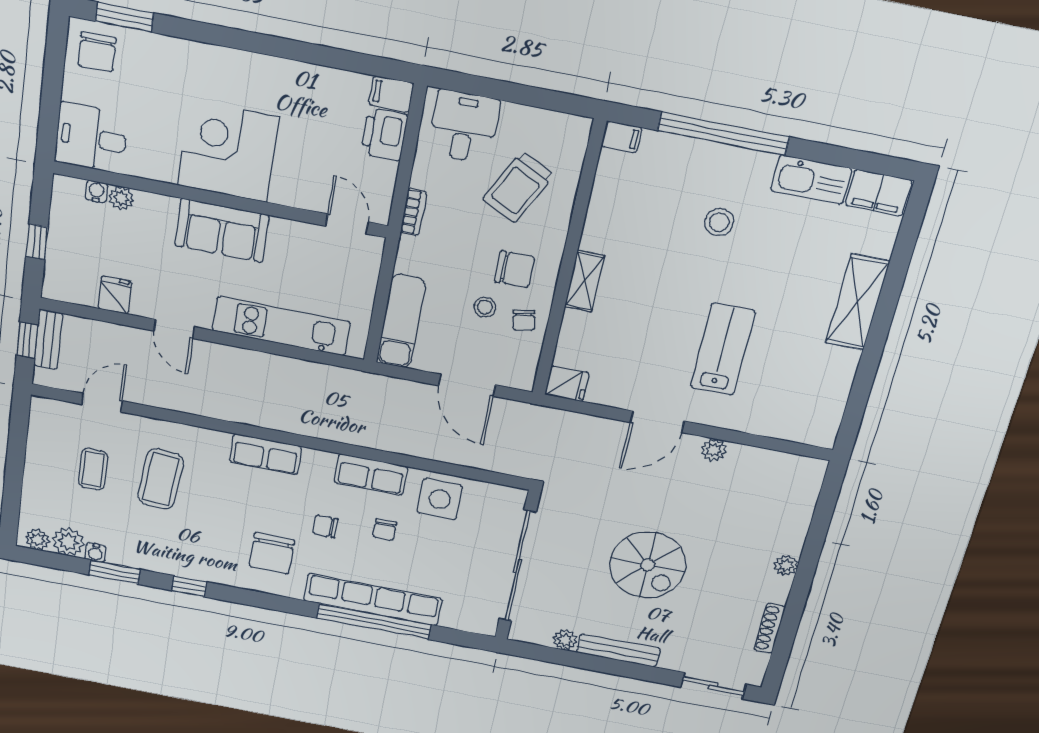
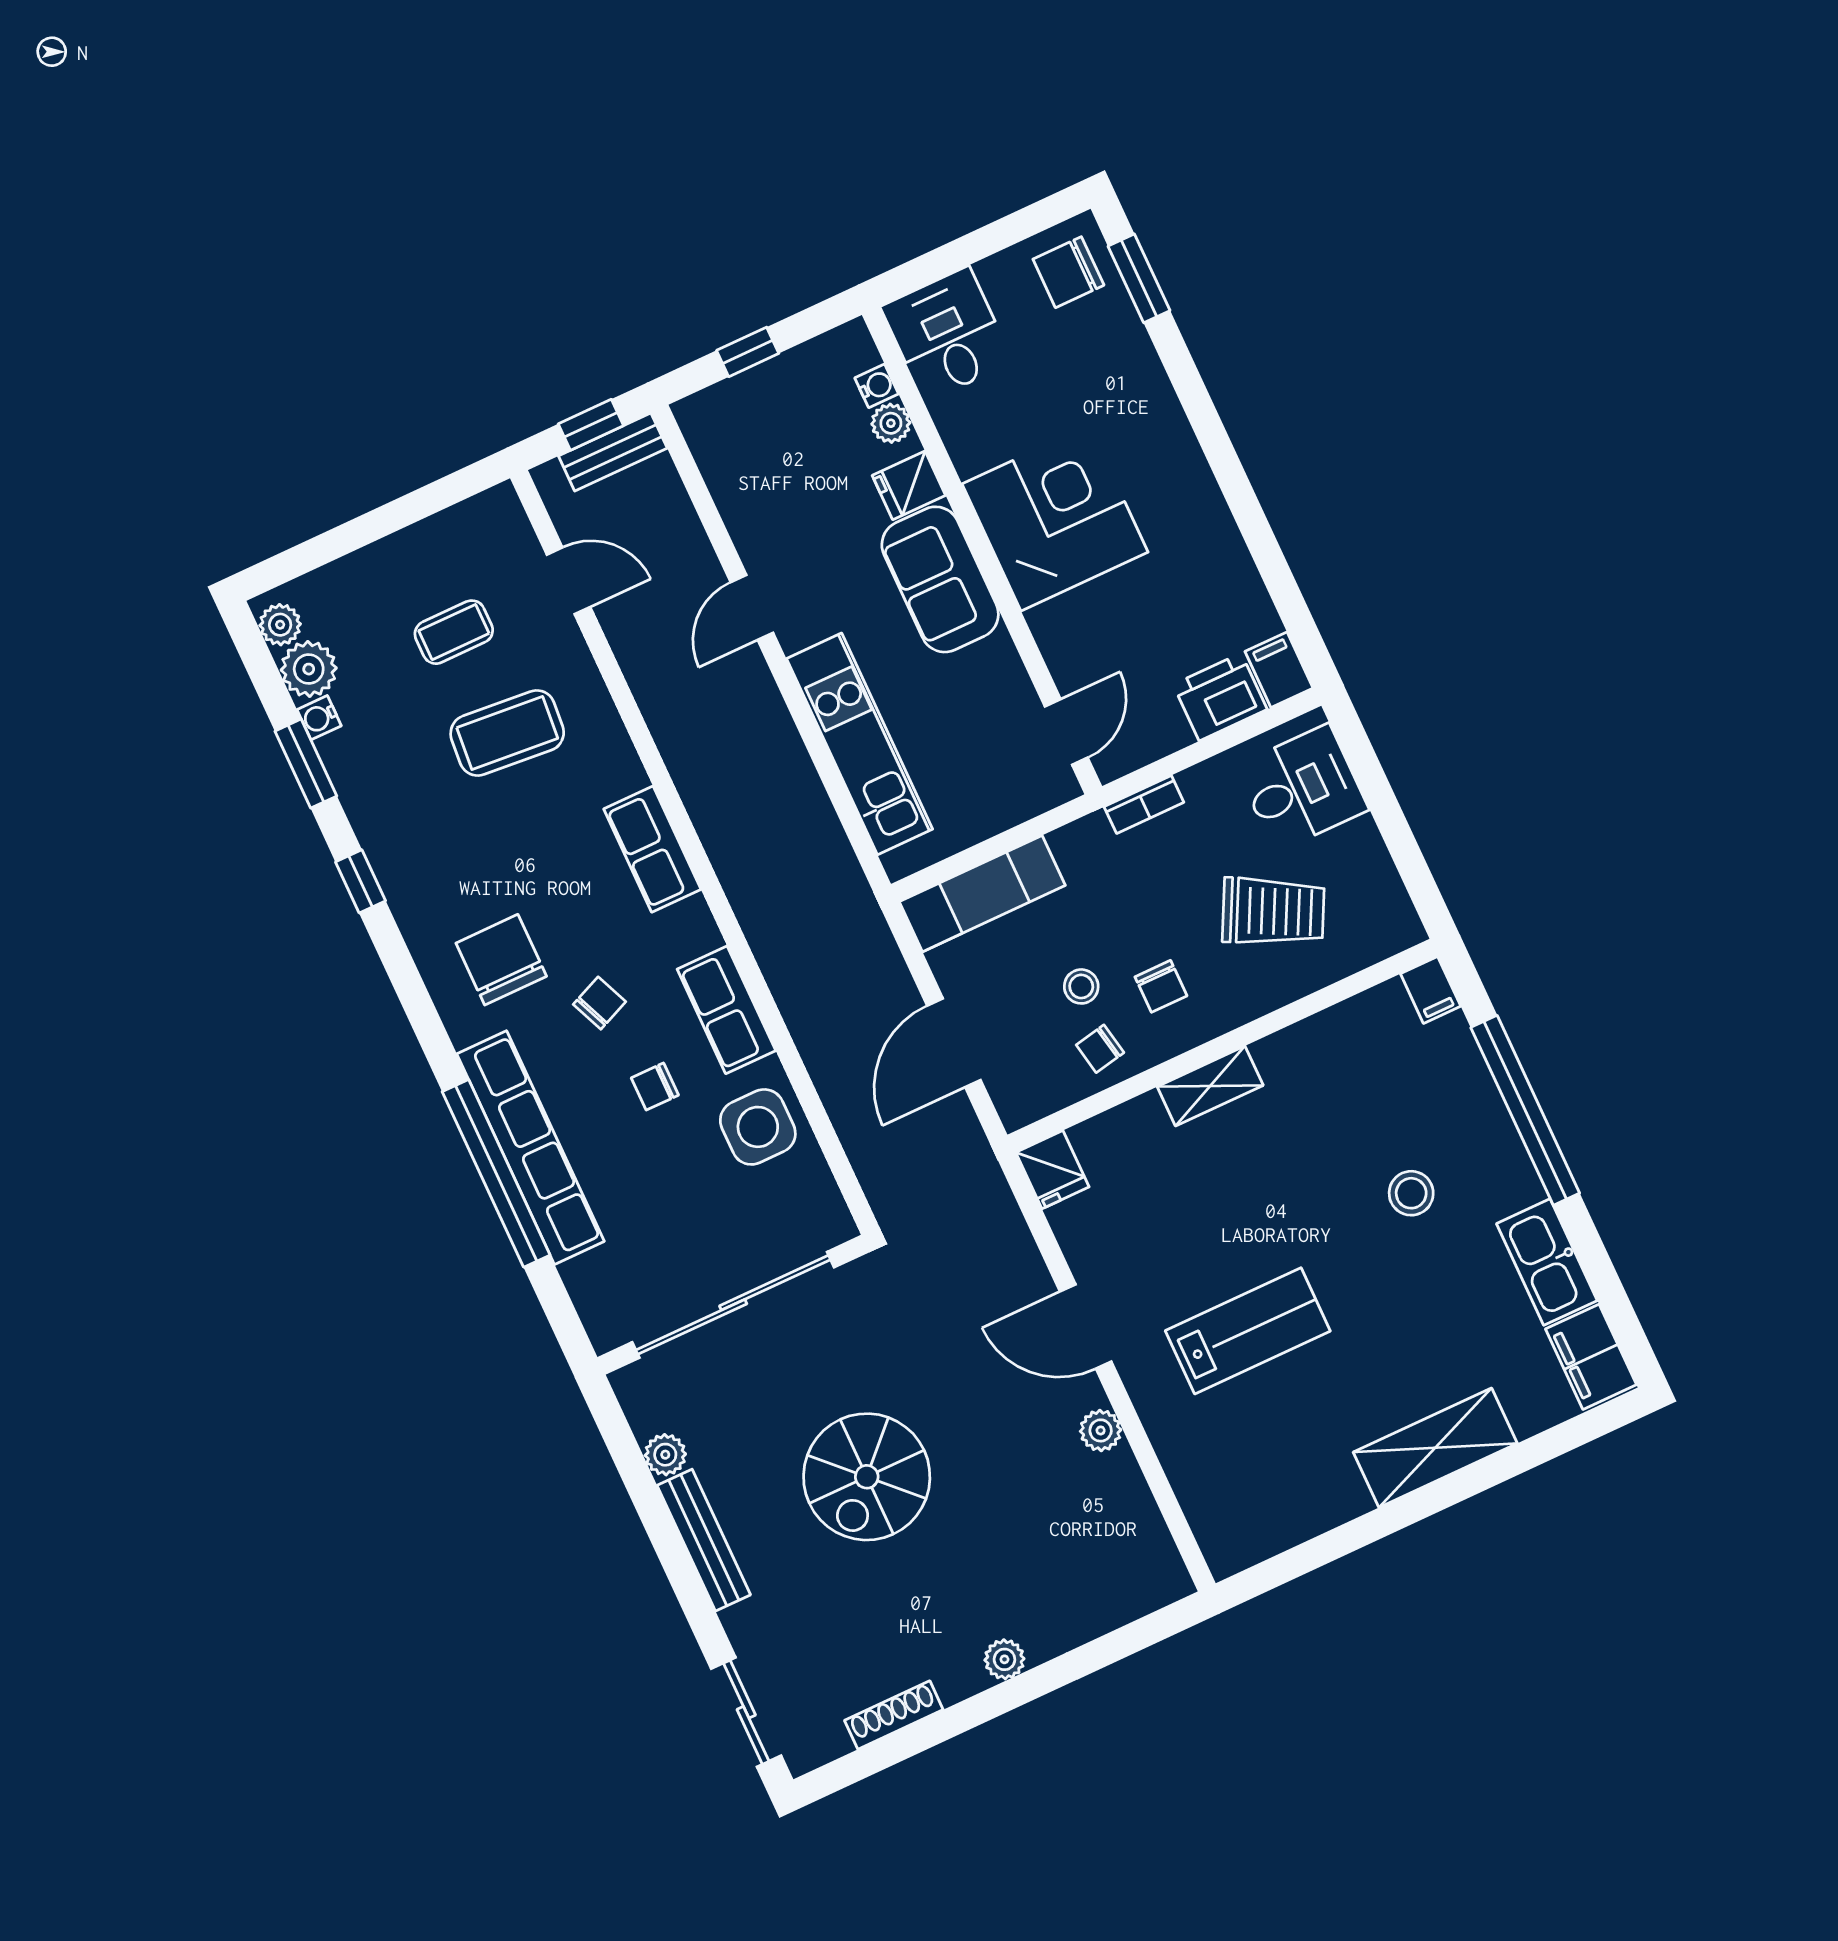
trolley: (518, 187) -> (1273, 911), turned 180
chair: (515, 269) -> (1161, 986), width x0.73, depth x0.73
fridge: (115, 295) -> (909, 485), moved, turned 180
chair: (325, 526) -> (600, 1003), turned 67
chair: (272, 553) -> (501, 960), turned 90

